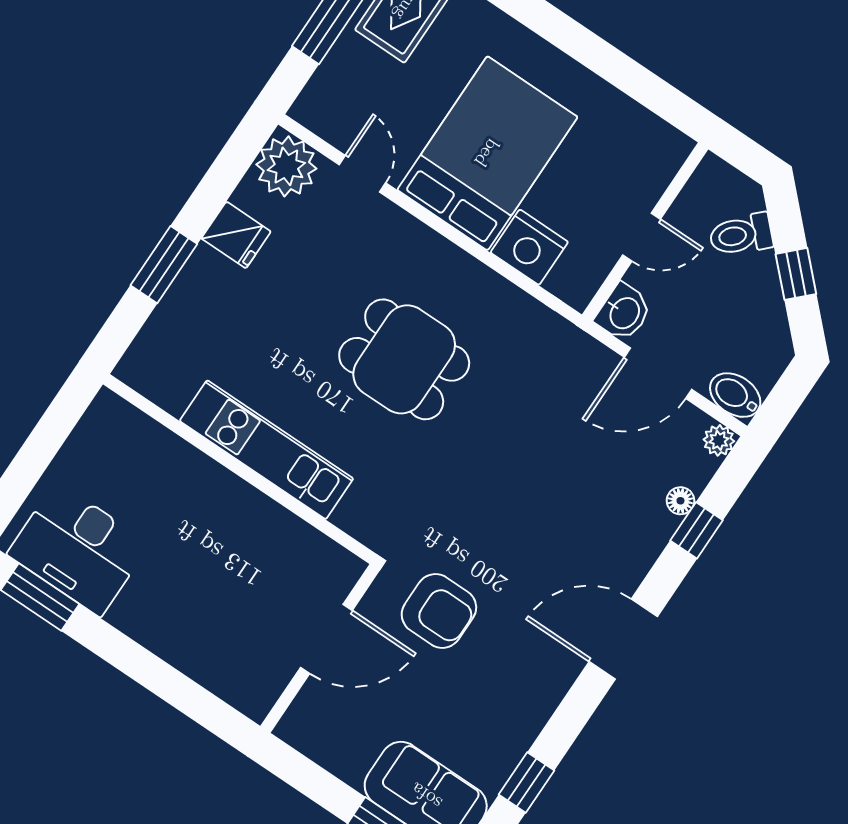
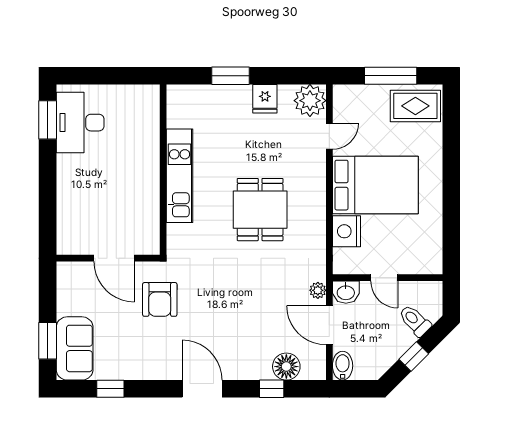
plant: (719, 440) -> (318, 290), moved
floor lamp: (680, 501) -> (286, 367), width x1.89, depth x1.89

